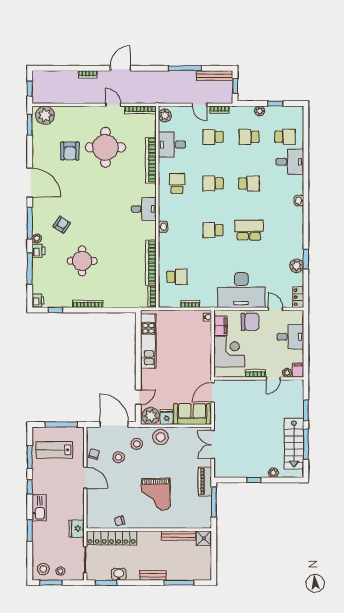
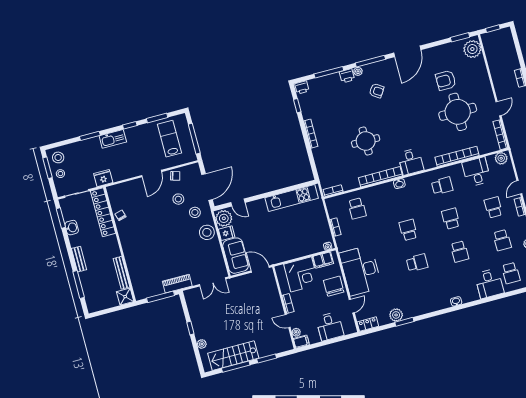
school desk: (249, 137) -> (502, 240), turned 180
school desk: (249, 230) -> (417, 263), width x0.54
round table: (82, 261) -> (366, 141), moved
bookcase: (151, 263) -> (380, 177), moved
chair: (250, 322) -> (334, 286), turned 180
double door: (213, 445) -> (213, 282), swing flipped
grand piano: (156, 494) -> (153, 242), removed

